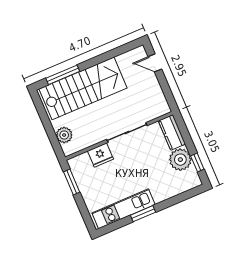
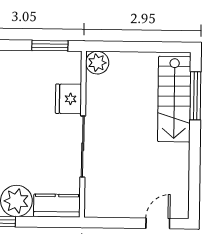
stairs: (83, 88) -> (174, 99), width x0.73, depth x0.66
plant: (64, 135) -> (97, 63), moved

